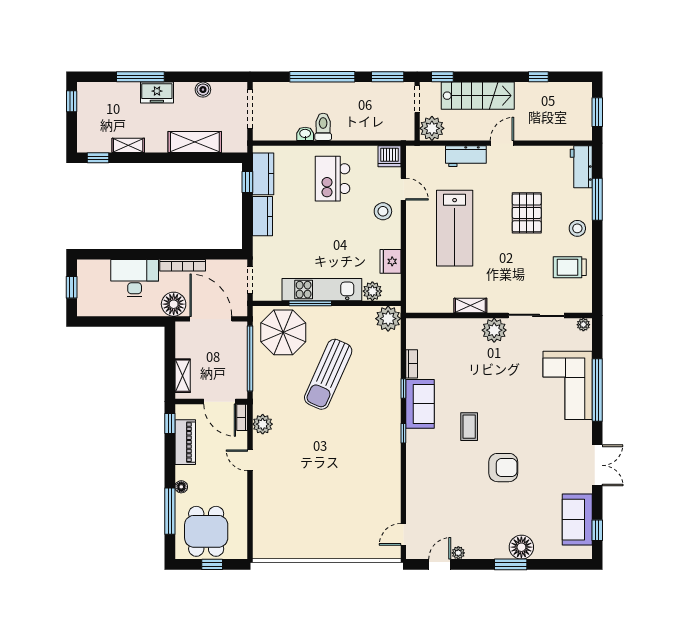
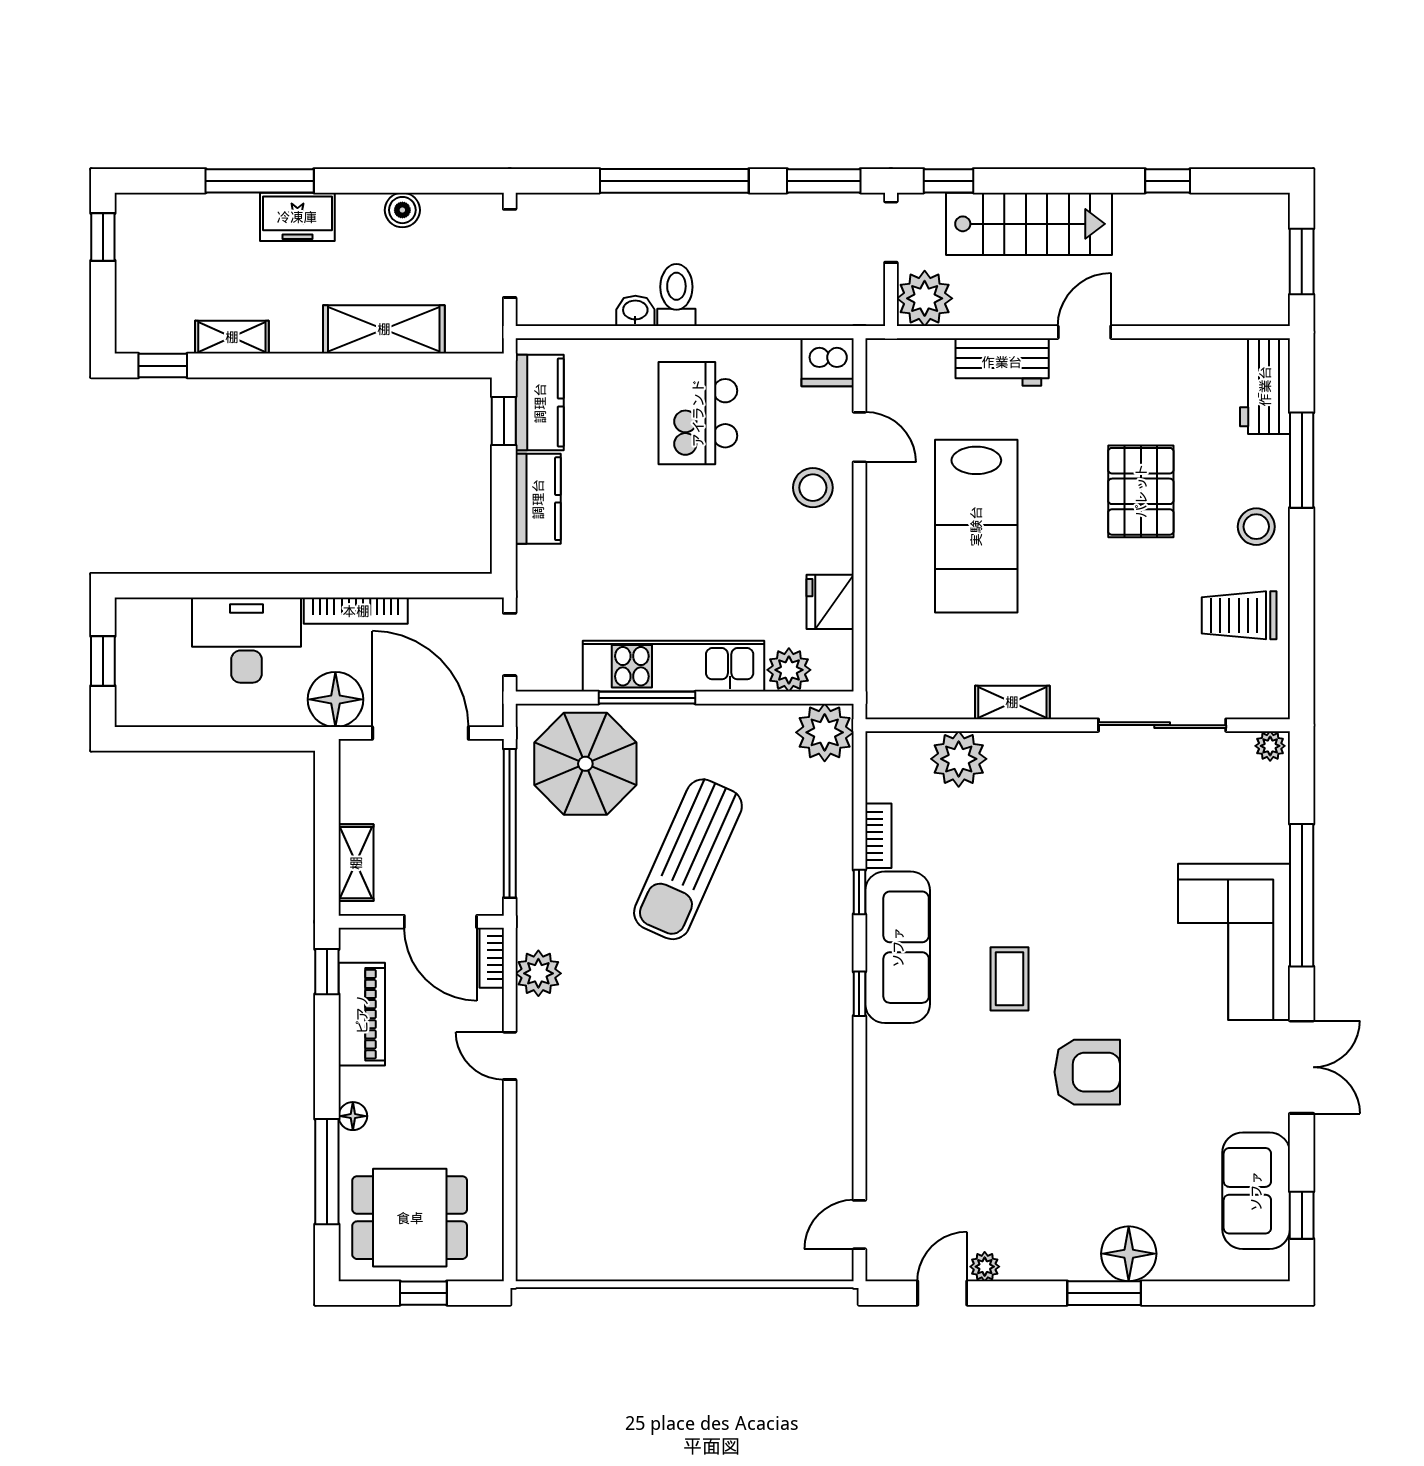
plant: (494, 330) -> (959, 759), moved
corner sofa: (568, 385) -> (1234, 942), moved
sofa: (420, 404) -> (898, 947), width x1.36
dining table: (206, 531) -> (410, 1218), turned 90

